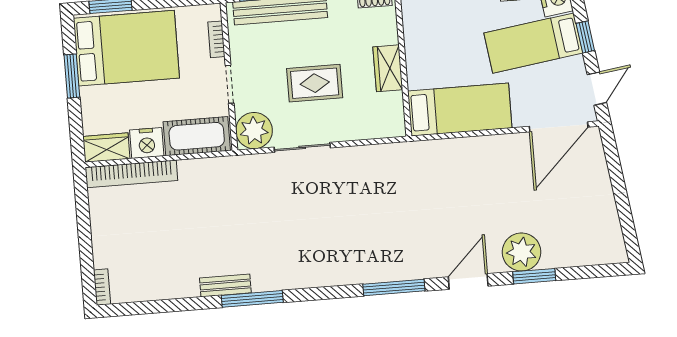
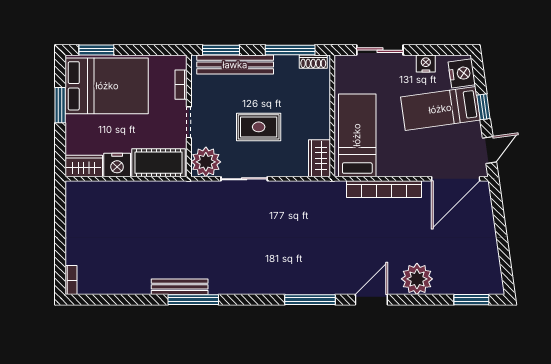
wardrobe: (388, 68) -> (320, 158), moved
bed: (460, 110) -> (357, 135), moved, turned -90
bookcase: (131, 174) -> (384, 189), moved
window: (534, 276) -> (471, 300), moved
bench: (225, 285) -> (180, 287), width x1.36

